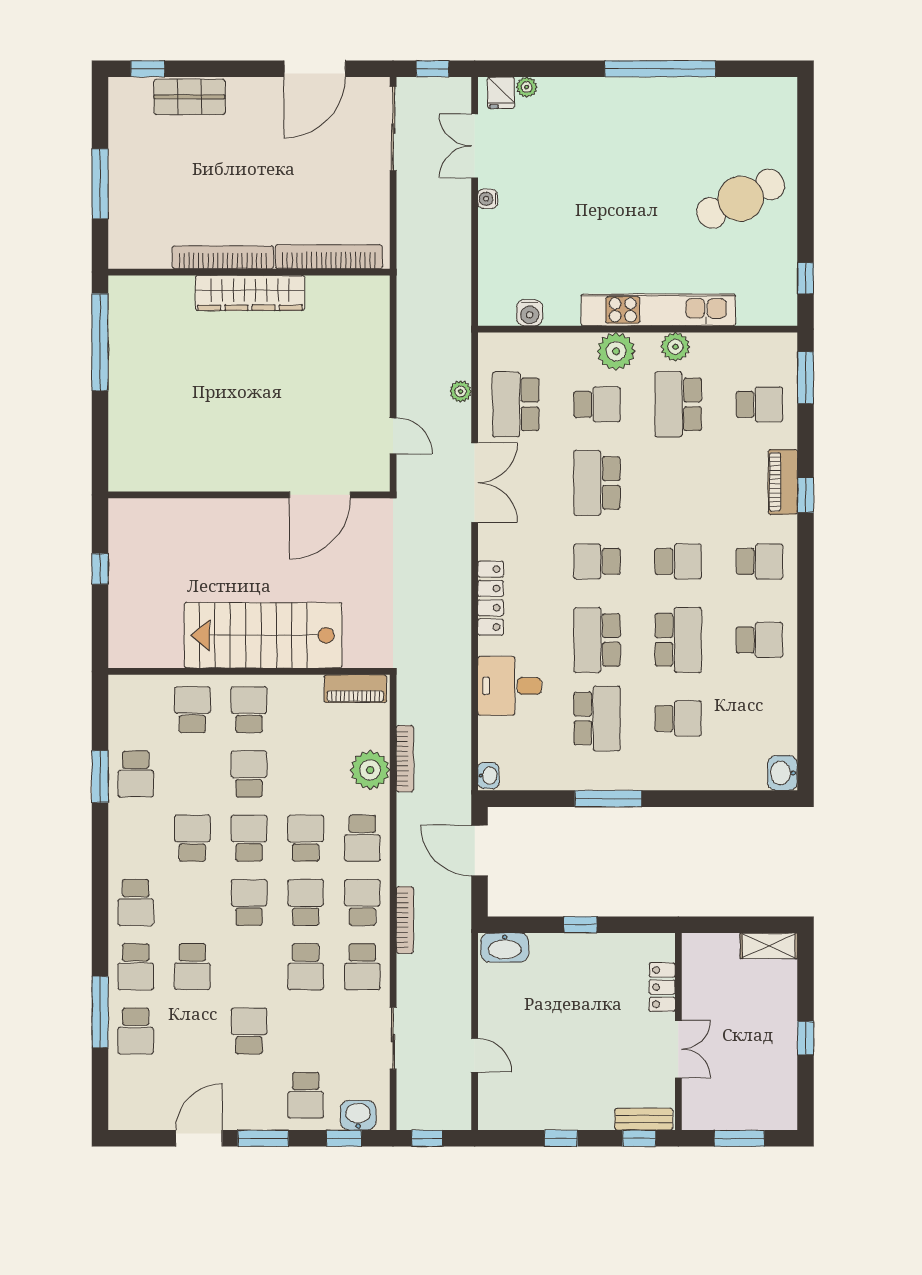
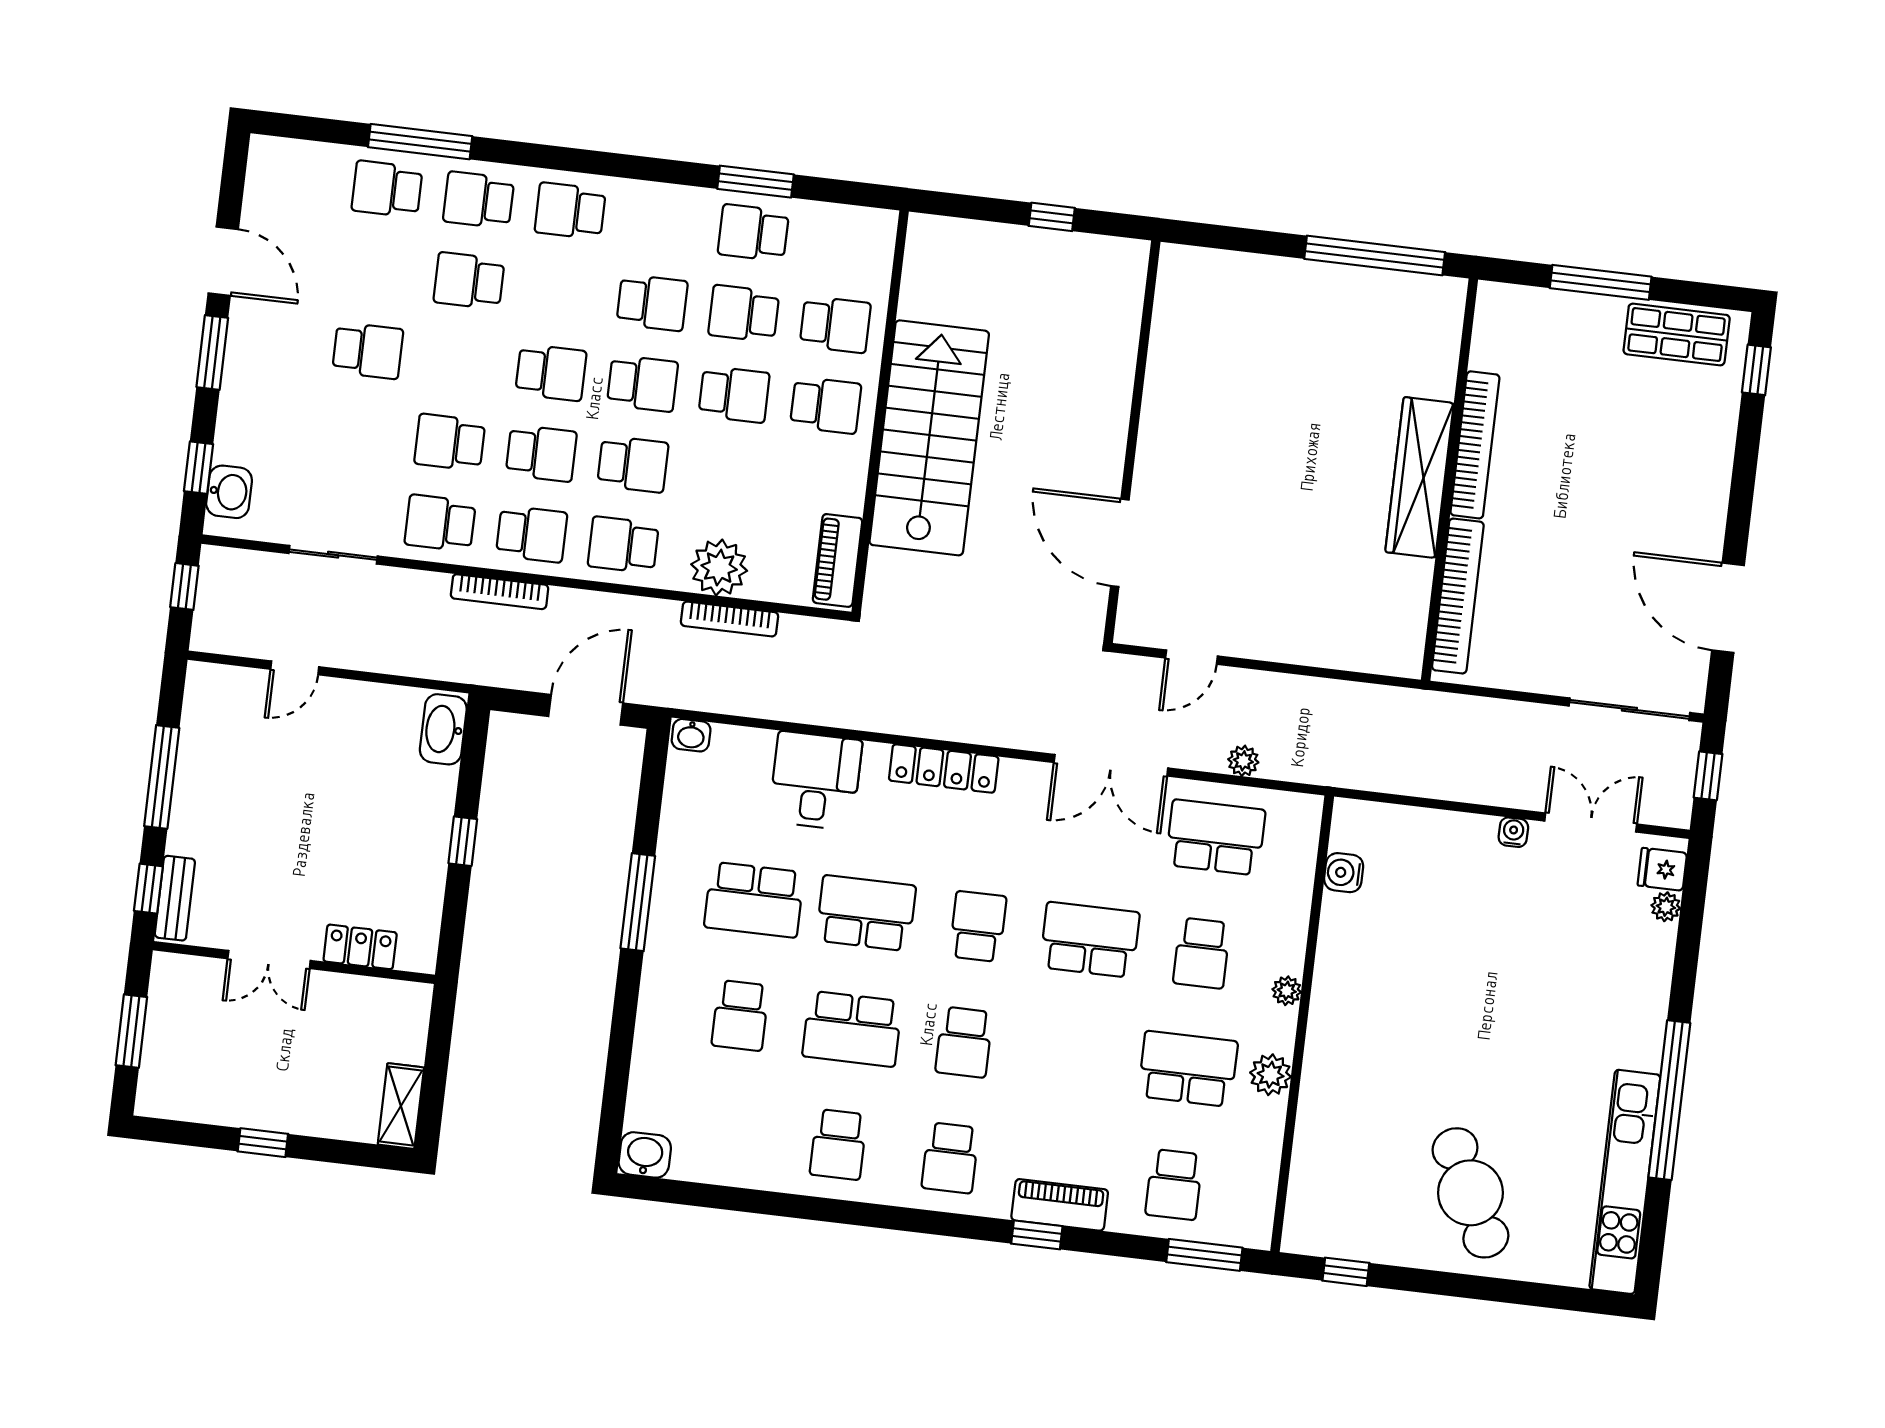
shop shelf: (189, 97) -> (1677, 335), moved, turned 90
kitchen unit: (658, 310) -> (1625, 1182), moved, turned 180
plant: (616, 351) -> (1287, 991), width x0.53, depth x0.53
school desk: (306, 1095) -> (744, 314), moved
window: (561, 1138) -> (162, 777), width x2.17

